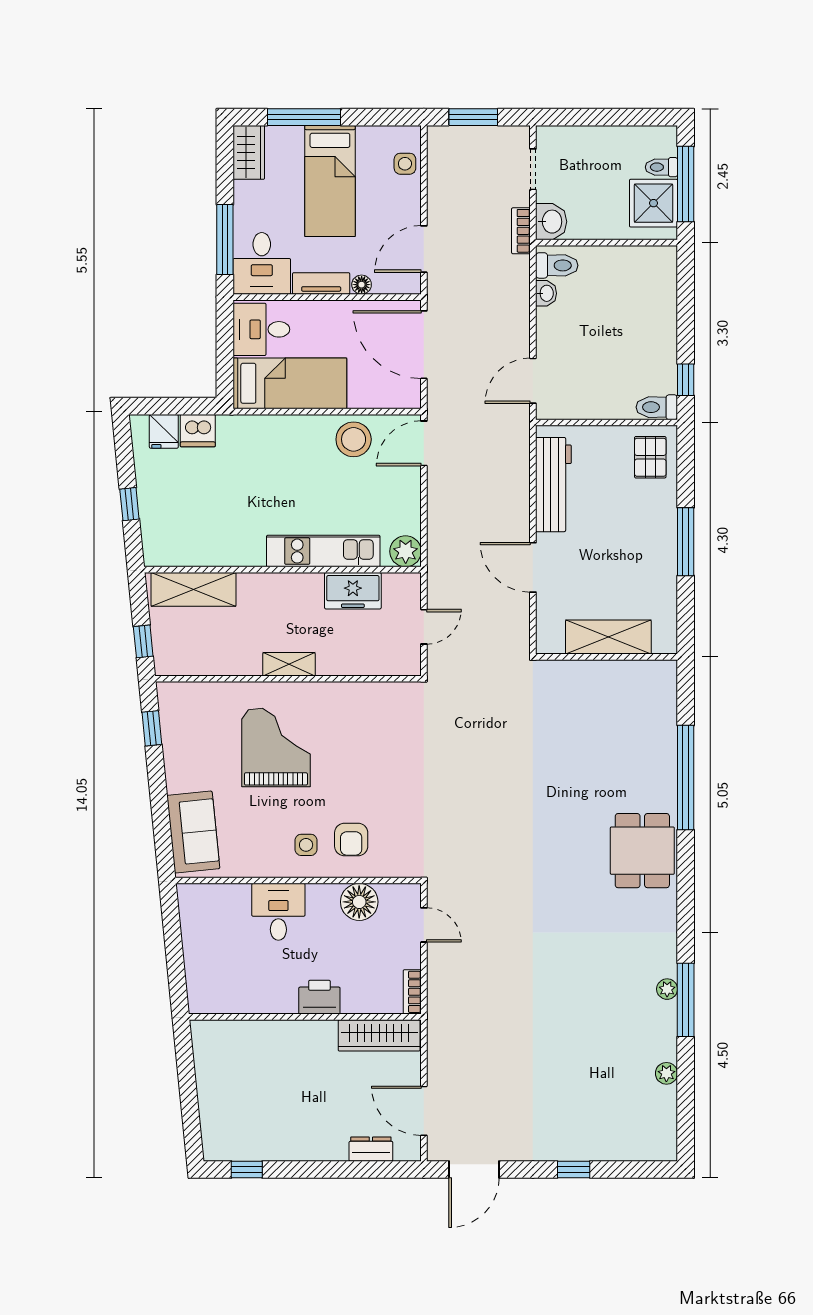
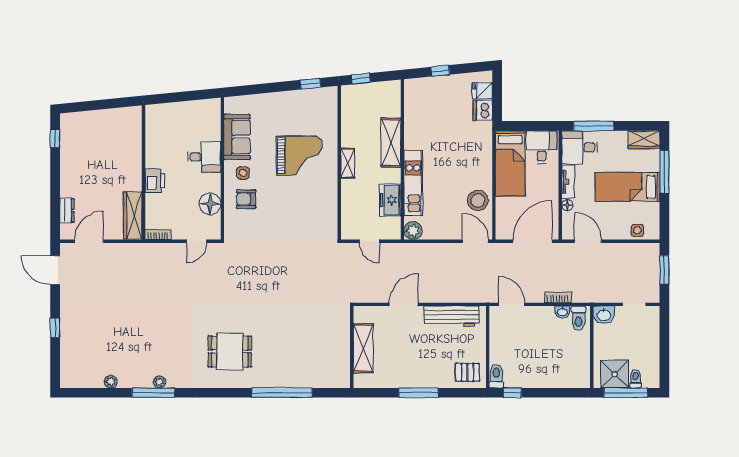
bookcase: (521, 231) -> (558, 297), moved
shelving: (193, 589) -> (391, 143), moved
sofa: (193, 832) -> (237, 137), moved, turned -84
dining table: (642, 851) -> (230, 352), moved

